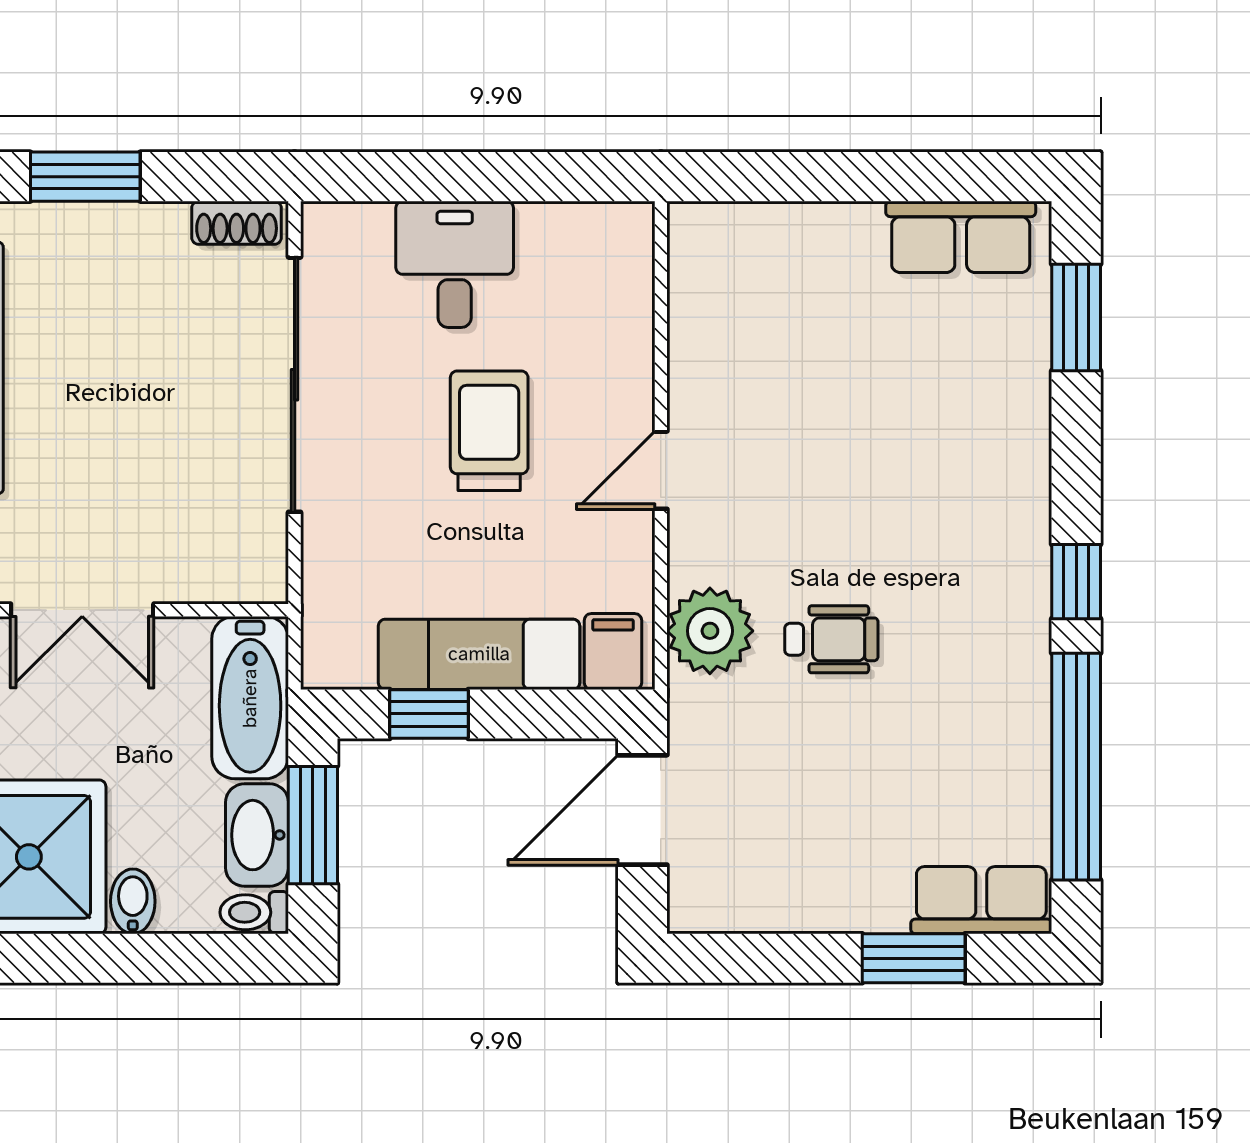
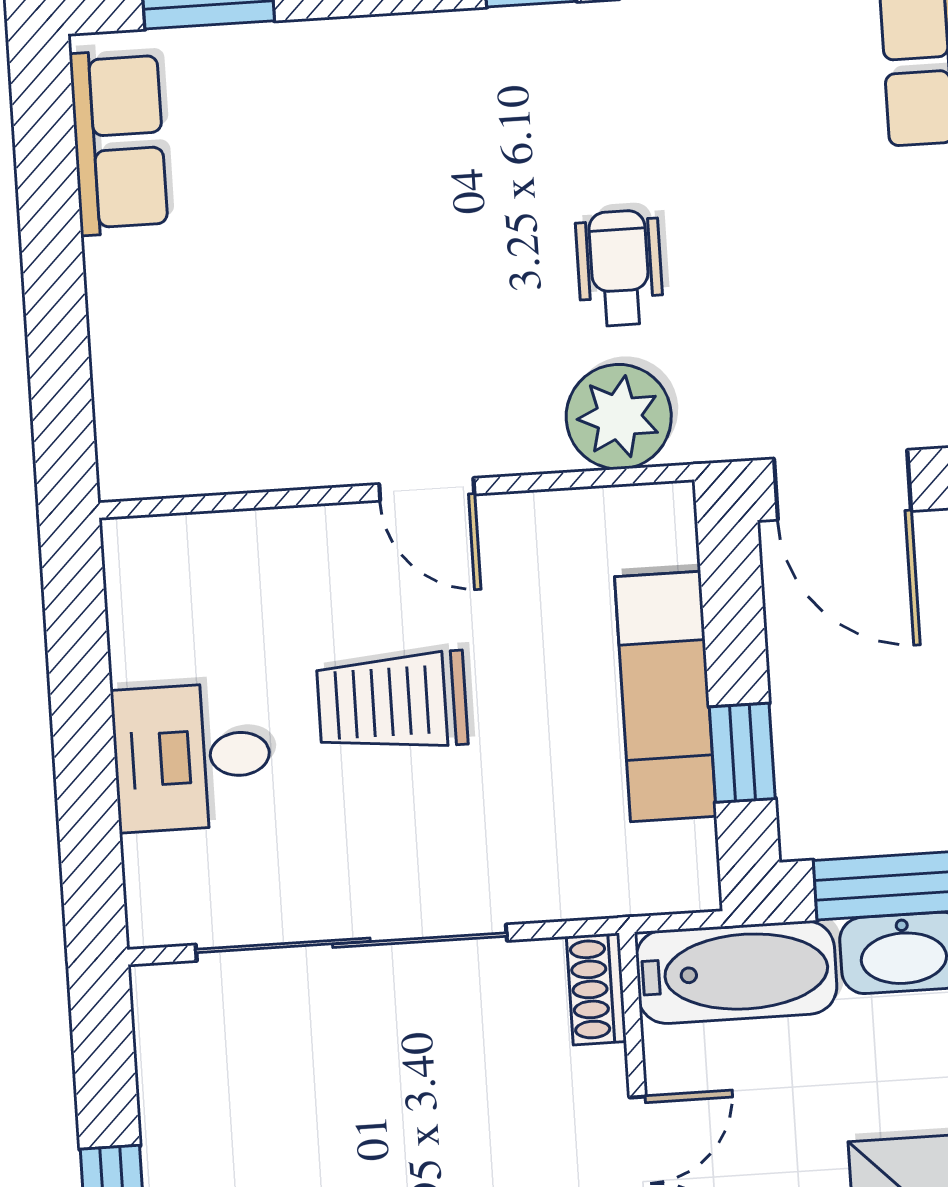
shoe rack: (237, 223) -> (596, 989), moved, turned 180
filing cabinet: (613, 652) -> (652, 533), removed

